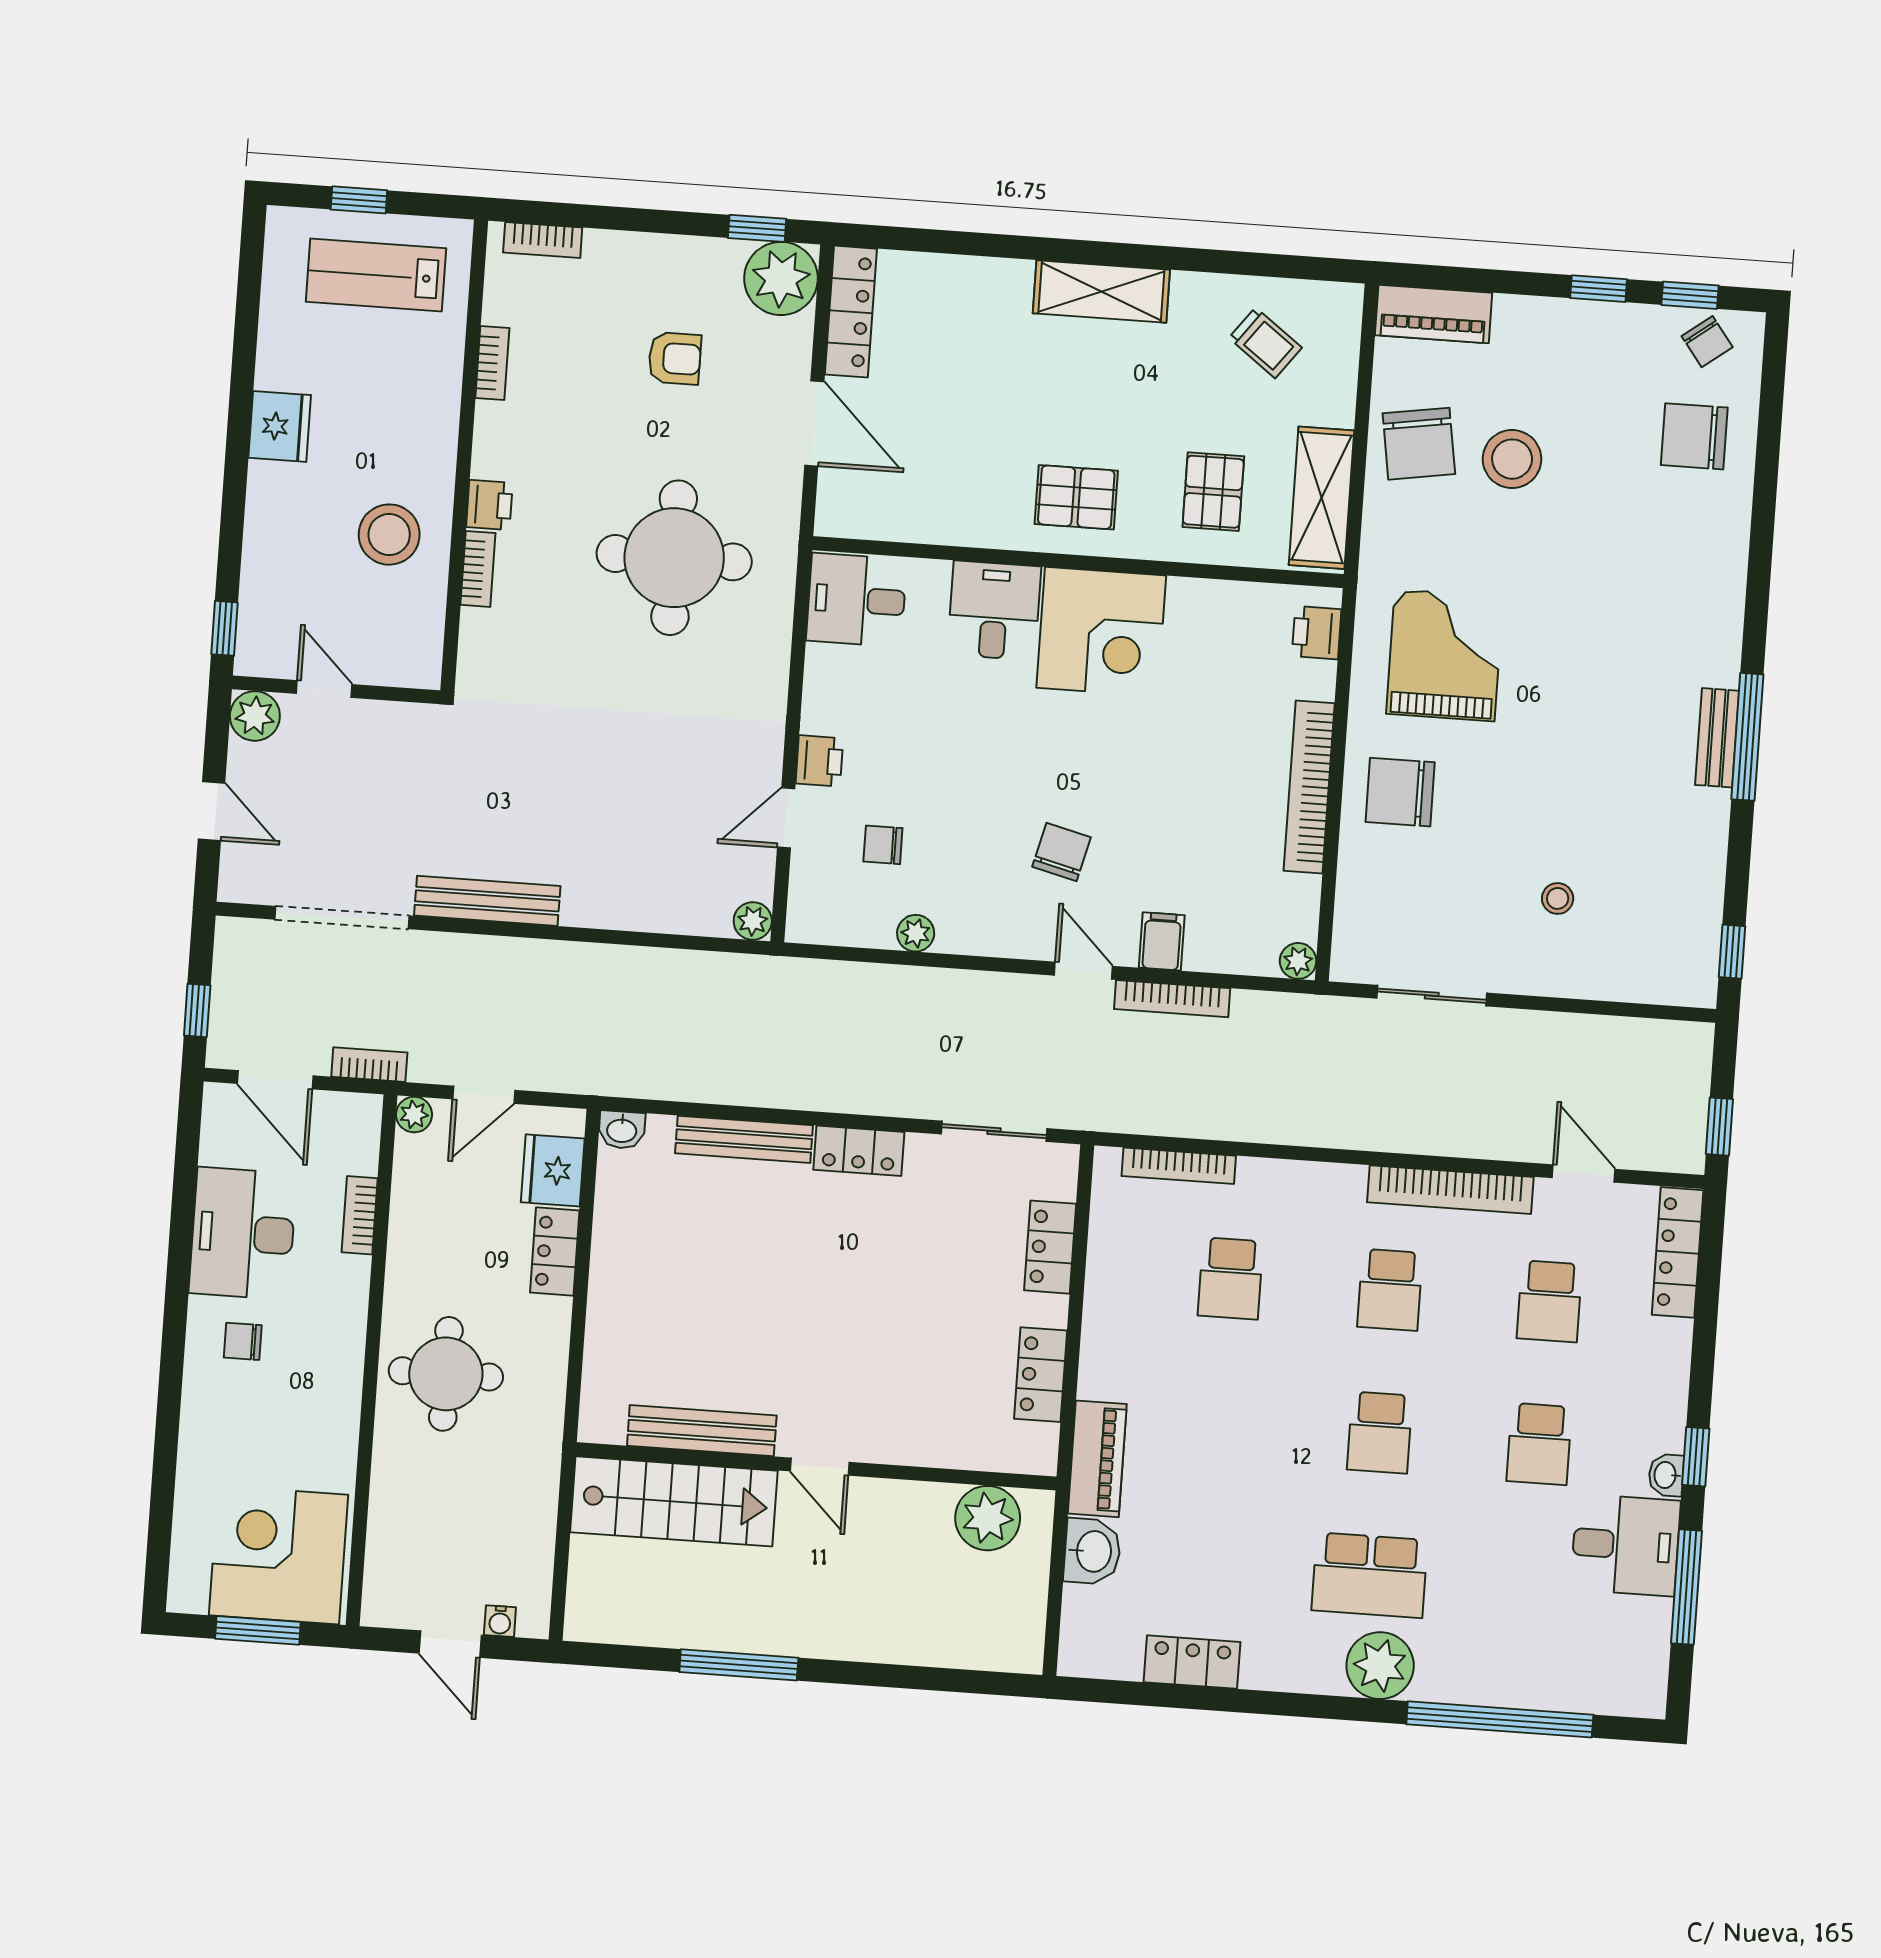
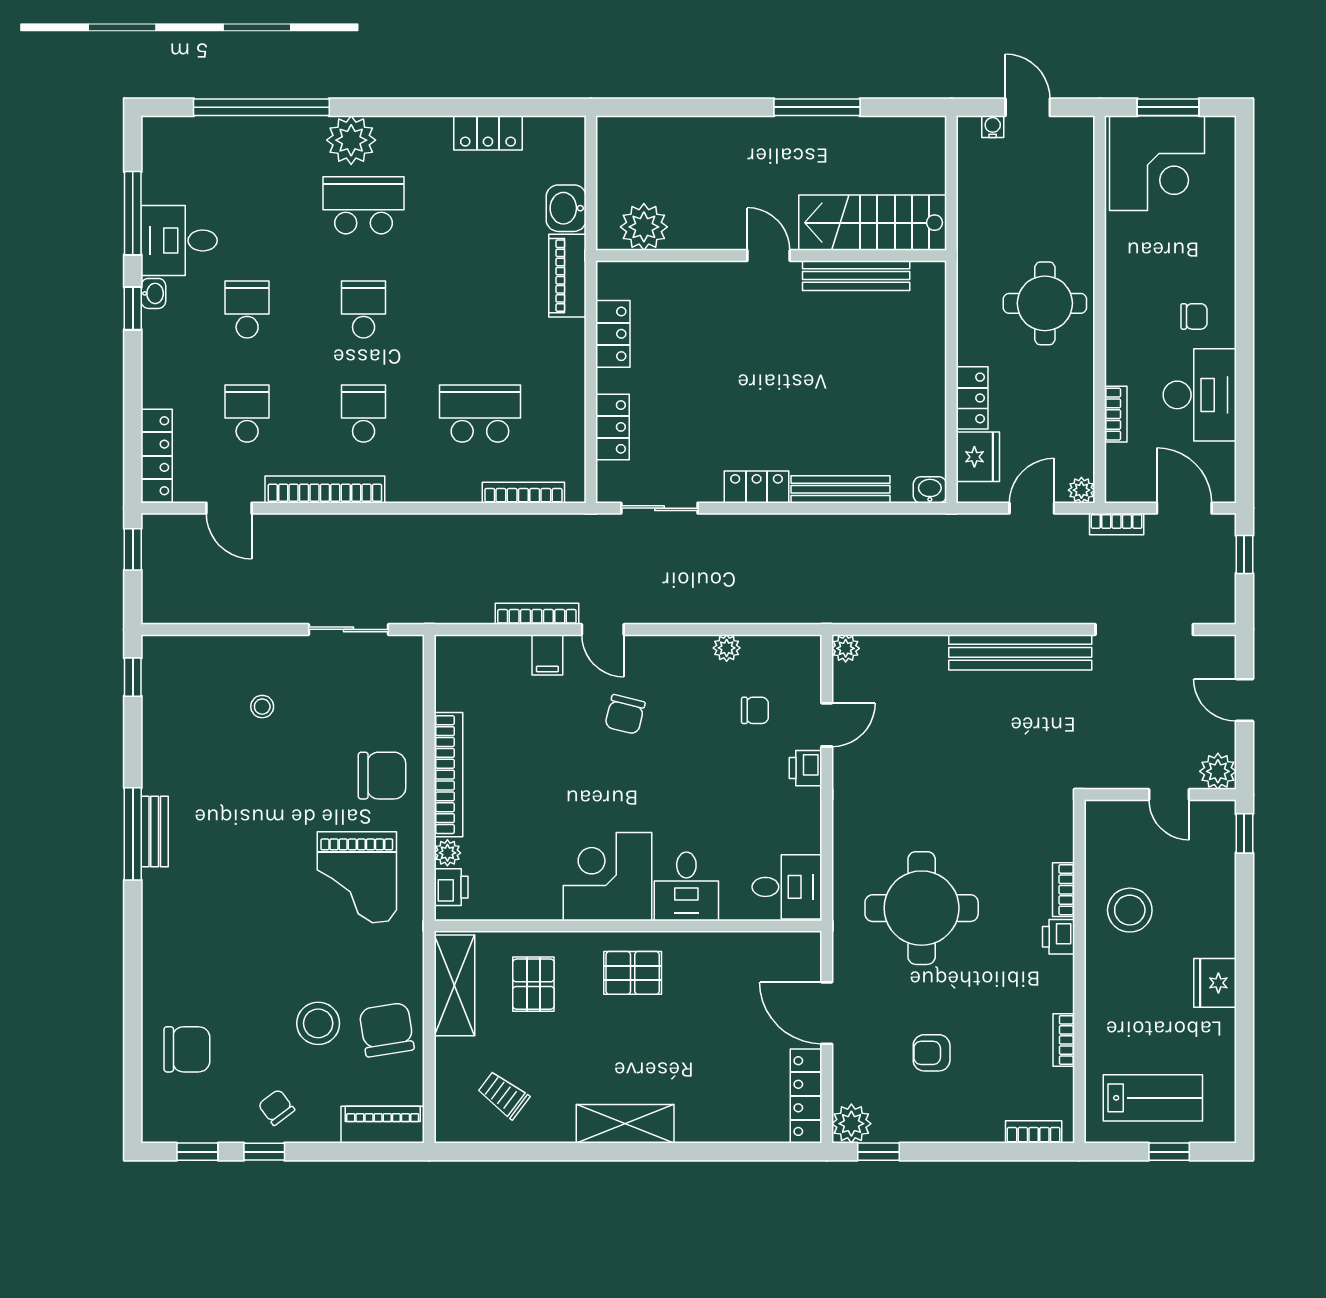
plant: (781, 278) -> (851, 1124), width x0.73, depth x0.73
chair: (1707, 342) -> (276, 1107), moved
bench: (487, 901) -> (1020, 652), width x1.37, depth x1.21
plant: (1298, 961) -> (447, 853), moved
school desk: (1231, 1278) -> (480, 414), width x1.85

